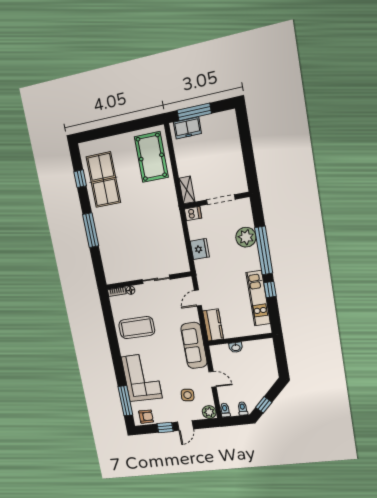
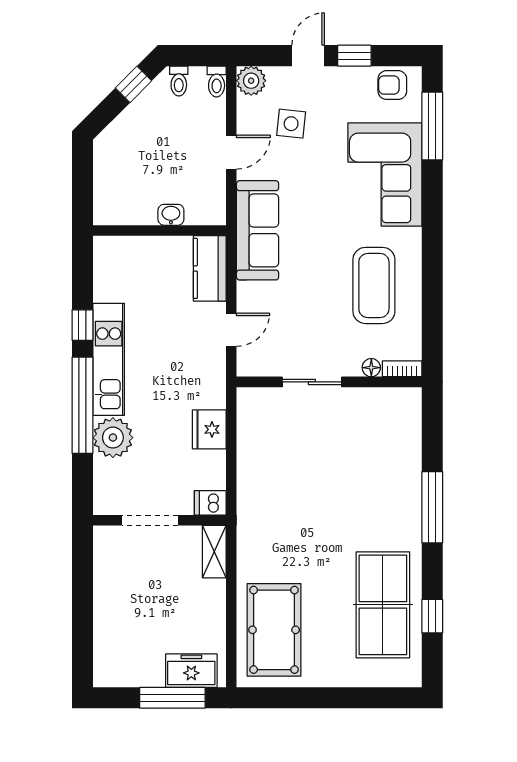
kitchen unit: (258, 298) -> (109, 359), moved
coffee table: (137, 328) -> (374, 285), turned 90
door: (213, 379) -> (231, 152), swing flipped

